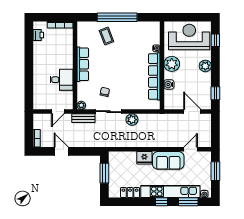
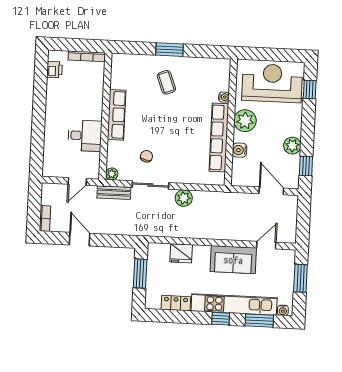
window: (117, 17) -> (170, 50), width x0.47
coffee table: (106, 36) -> (166, 82), moved
plant: (205, 66) -> (292, 146), moved
fridge: (144, 158) -> (181, 253), moved

